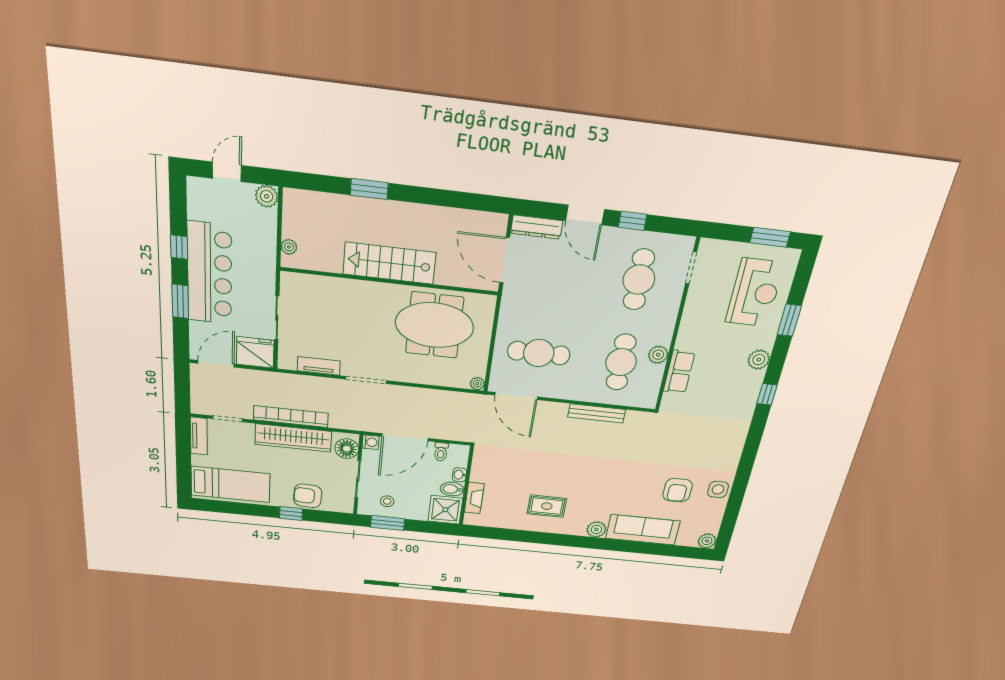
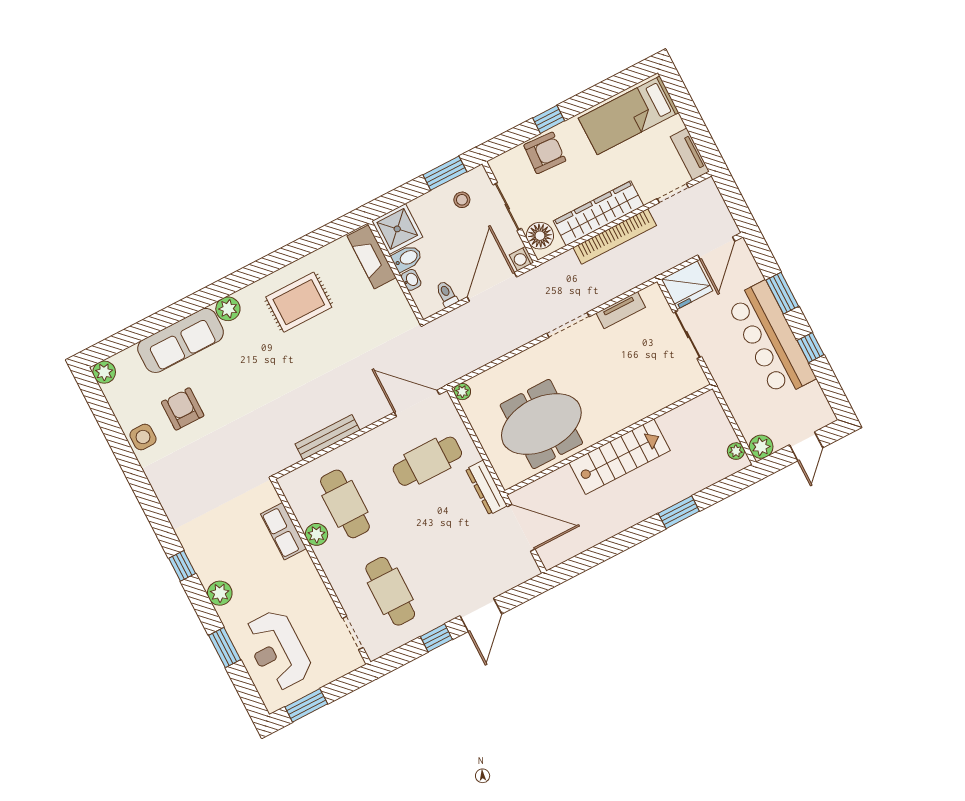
door: (585, 215) -> (481, 615), swing flipped
dresser: (537, 227) -> (486, 488), moved, turned -90
plant: (289, 247) -> (736, 451), moved
fireplace: (474, 498) -> (372, 257), width x1.37, depth x1.32
rug: (547, 506) -> (299, 302), width x1.36, depth x1.43

